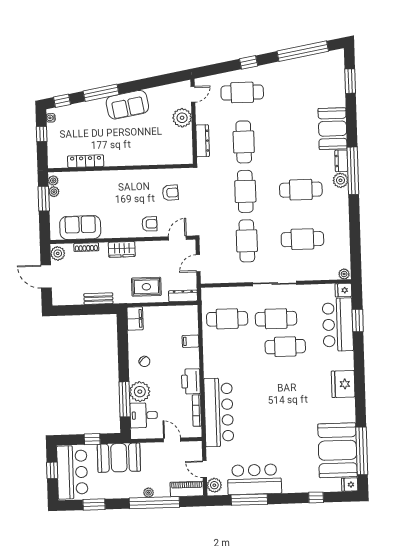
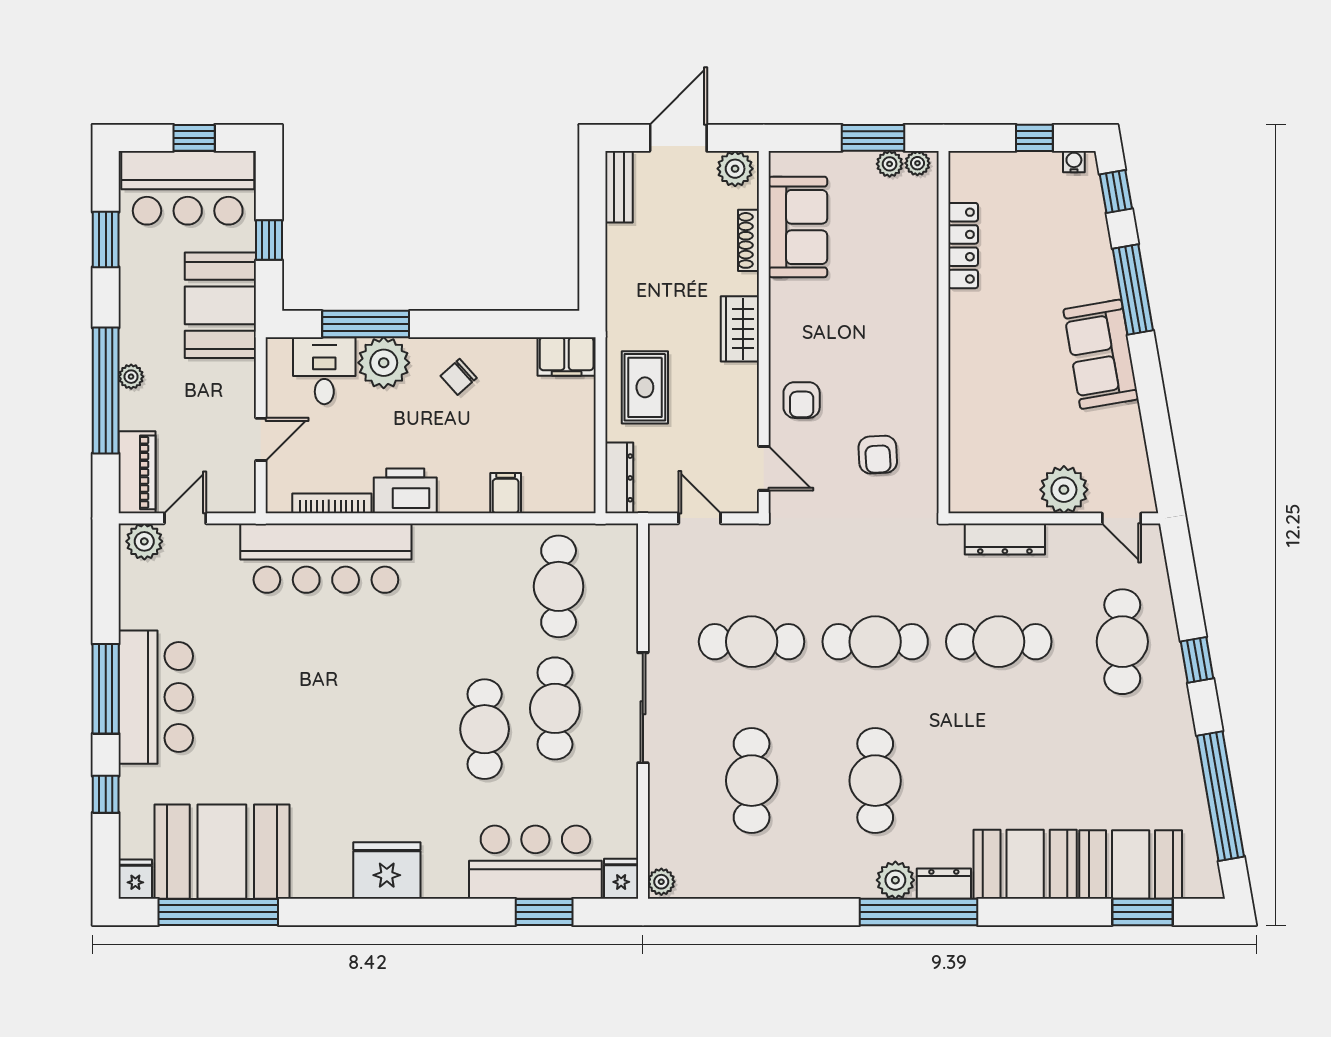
booth: (331, 86) -> (1131, 865), added
bench: (98, 299) -> (619, 187), moved
bar counter: (254, 479) -> (156, 697), moved
window: (249, 500) -> (106, 689), moved

